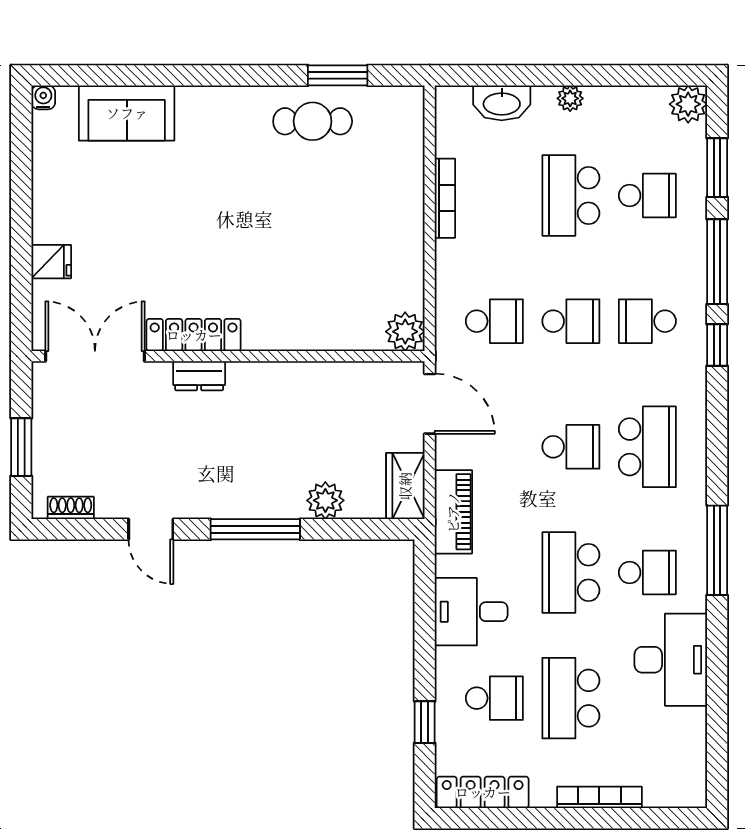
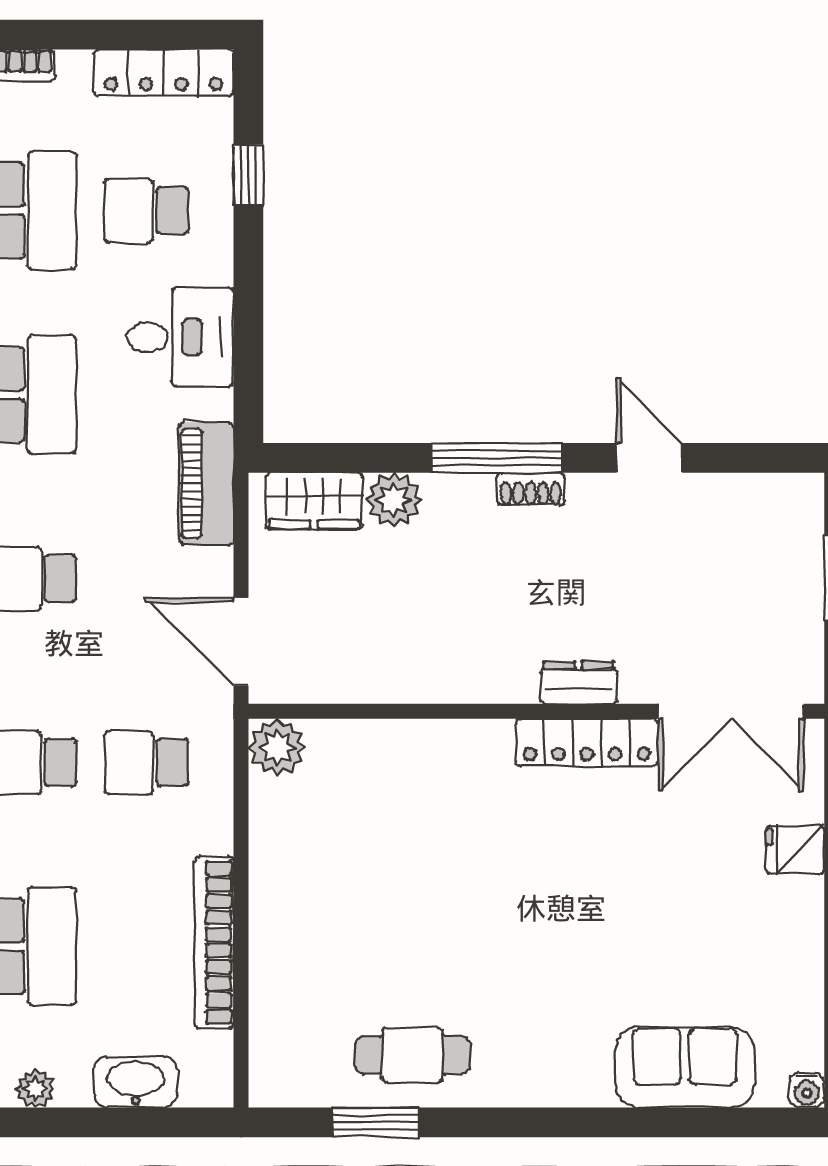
bookcase: (445, 198) -> (214, 942), width x1.48, depth x1.31
wardrobe: (405, 486) -> (314, 501), moved, turned 90
shoe rack: (71, 508) -> (531, 489), moved

